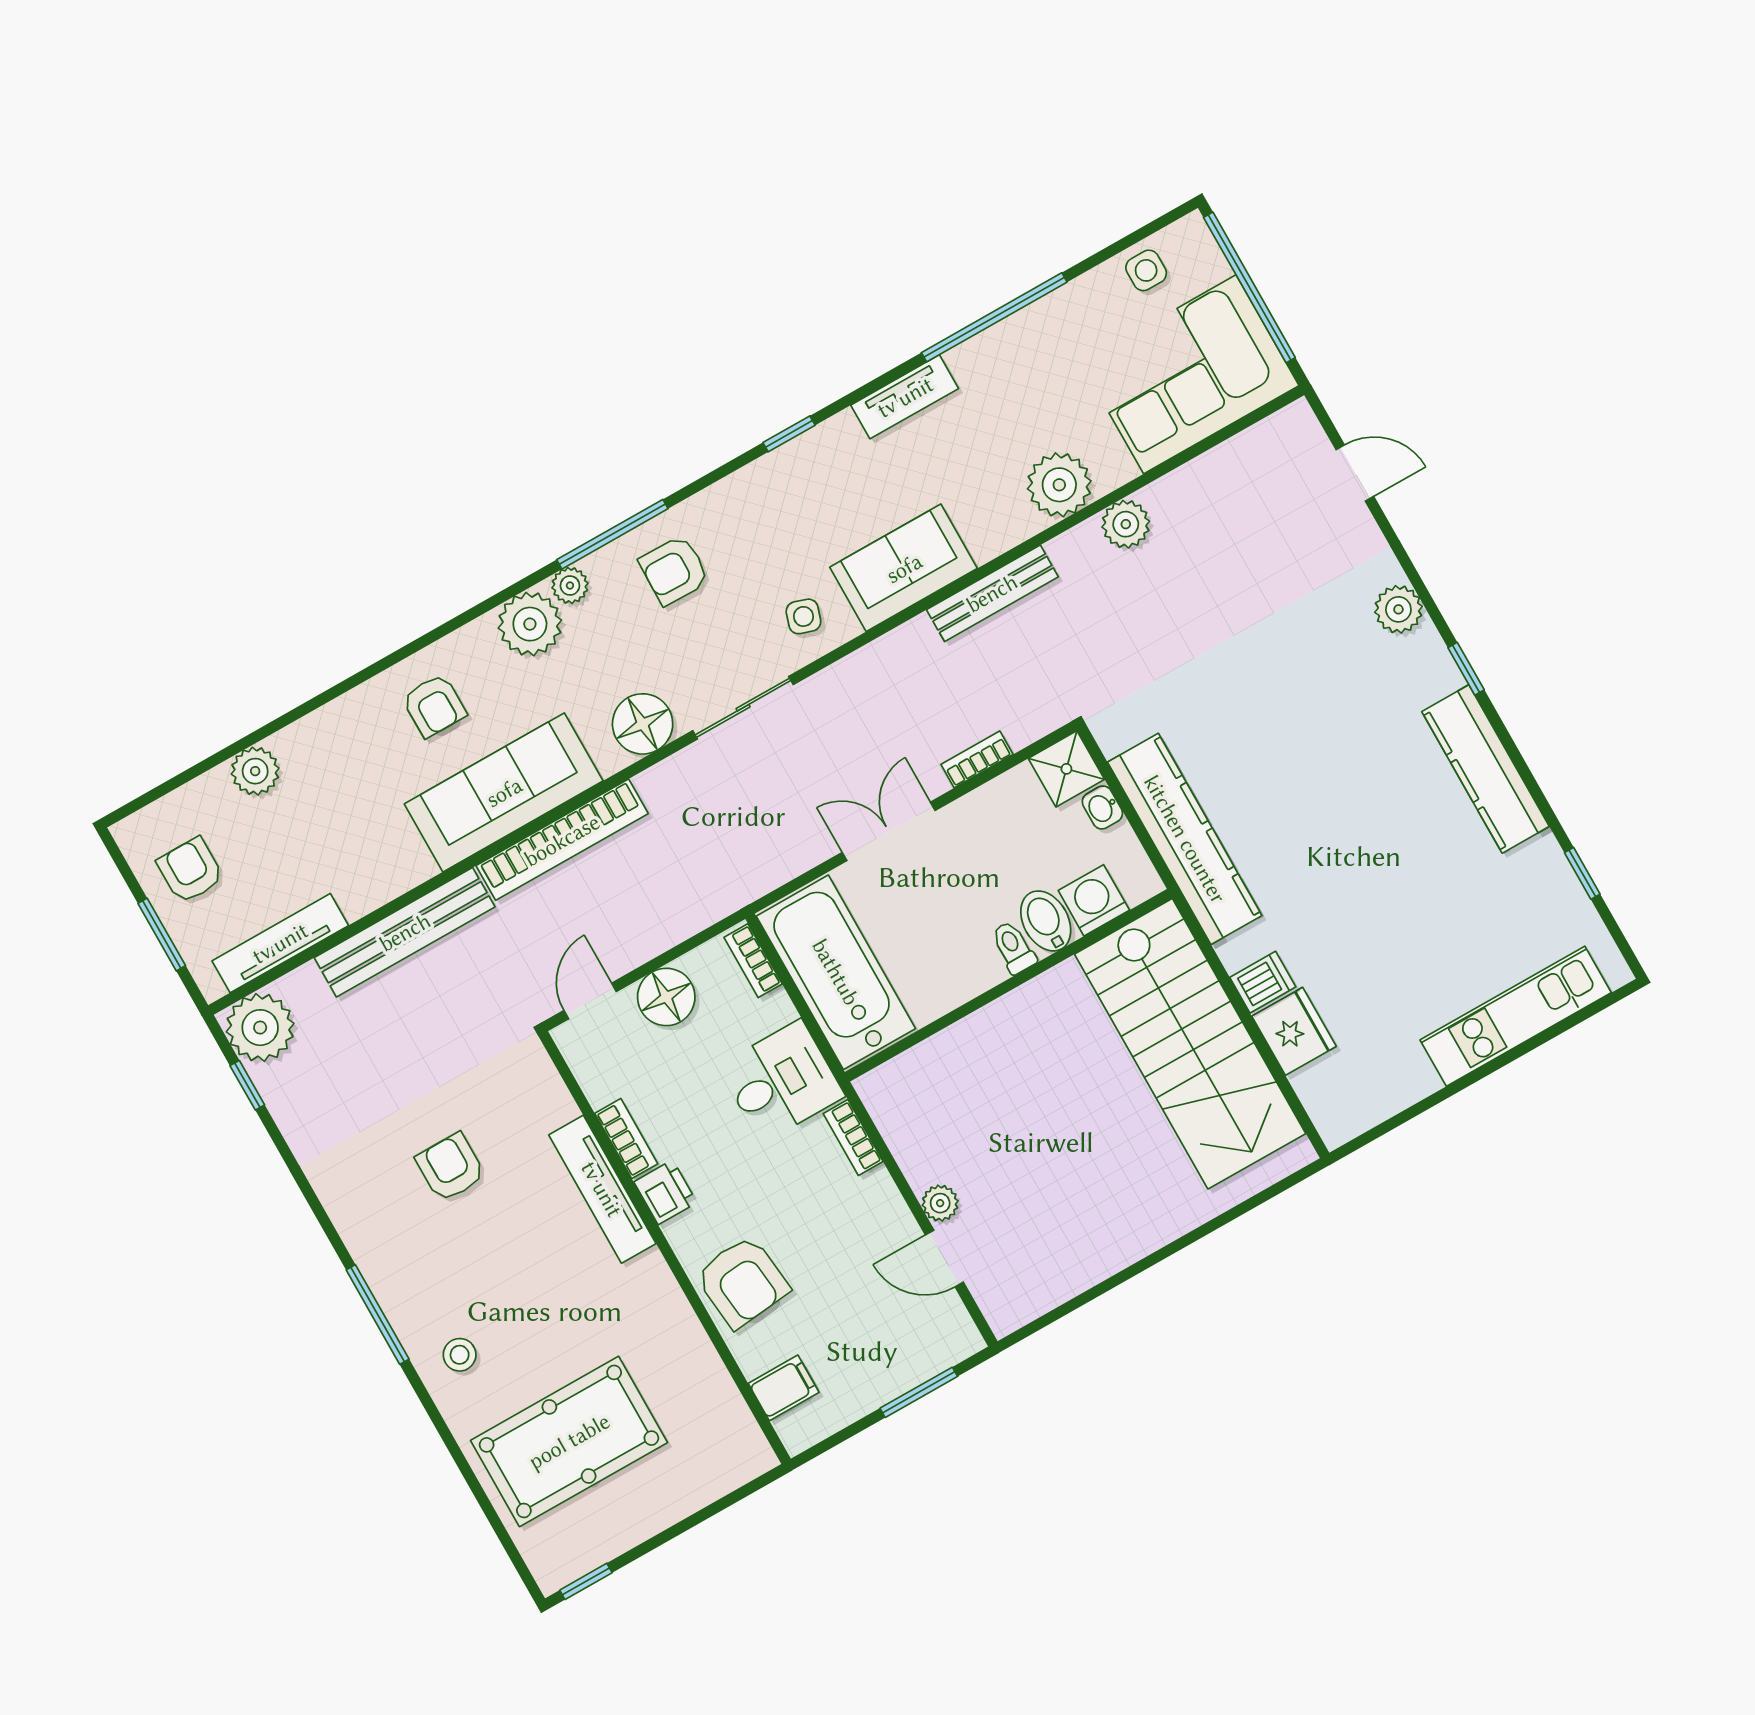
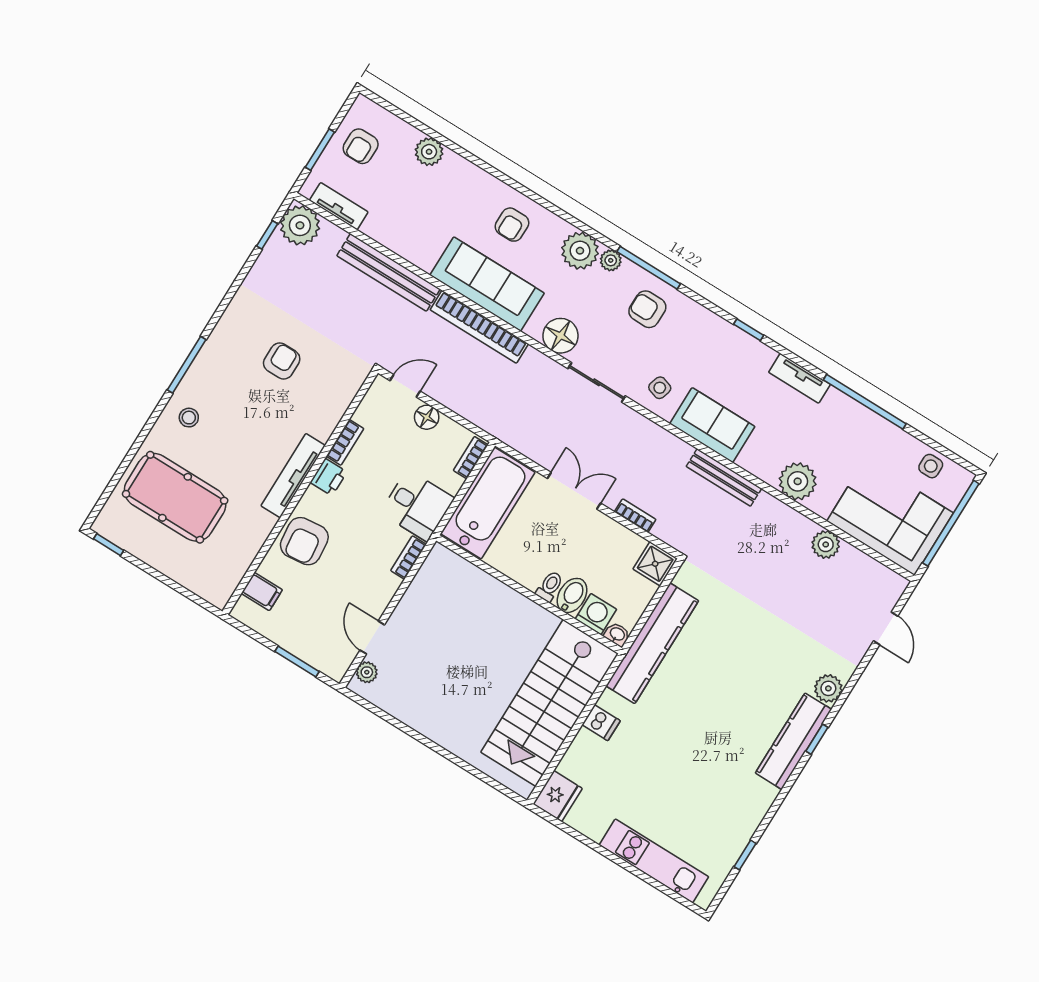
plant: (1126, 524) -> (826, 544), moved
kitchen counter: (1486, 769) -> (793, 741), moved
washbasin: (1102, 807) -> (617, 634), moved, turned 90
armchair: (190, 870) -> (361, 146), turned 180
tv unit: (280, 943) -> (339, 206), width x0.71
floor lamp: (666, 997) -> (427, 417), width x0.73, depth x0.73
fridge: (1294, 1031) -> (558, 796), moved
tv unit: (602, 1189) -> (293, 476), moved
plant: (940, 1203) -> (367, 672), moved

